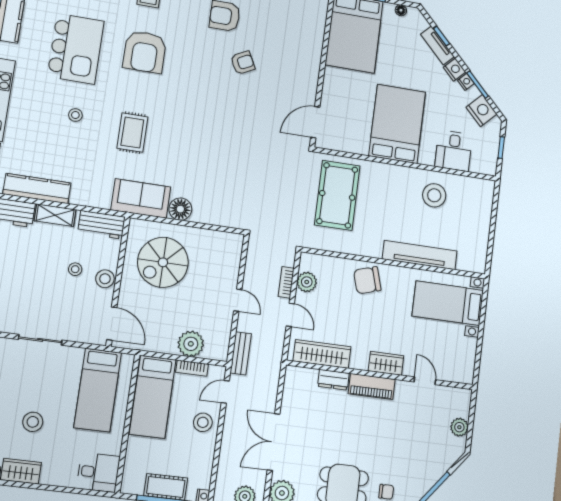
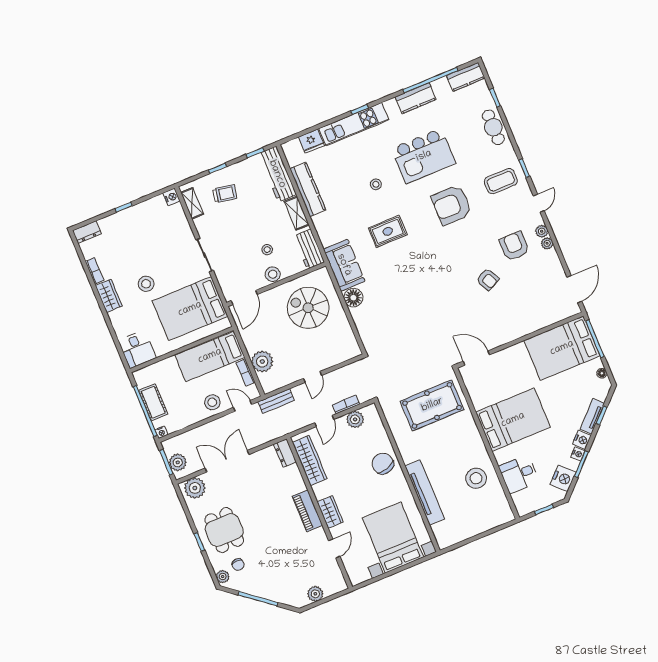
bed with nightstands: (448, 303) -> (393, 537), width x1.36
dresser: (333, 380) -> (285, 453), moved
bed: (98, 390) -> (190, 309), width x1.50

